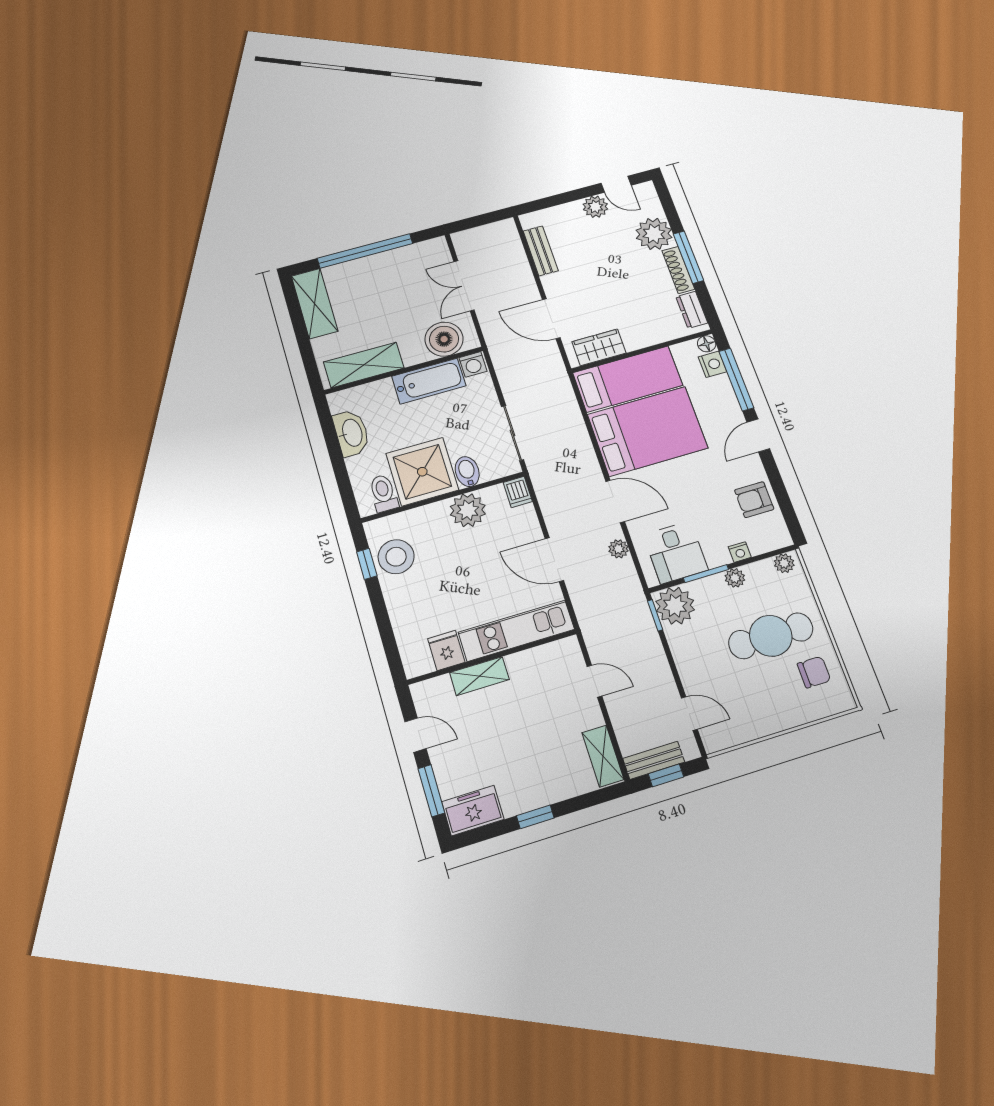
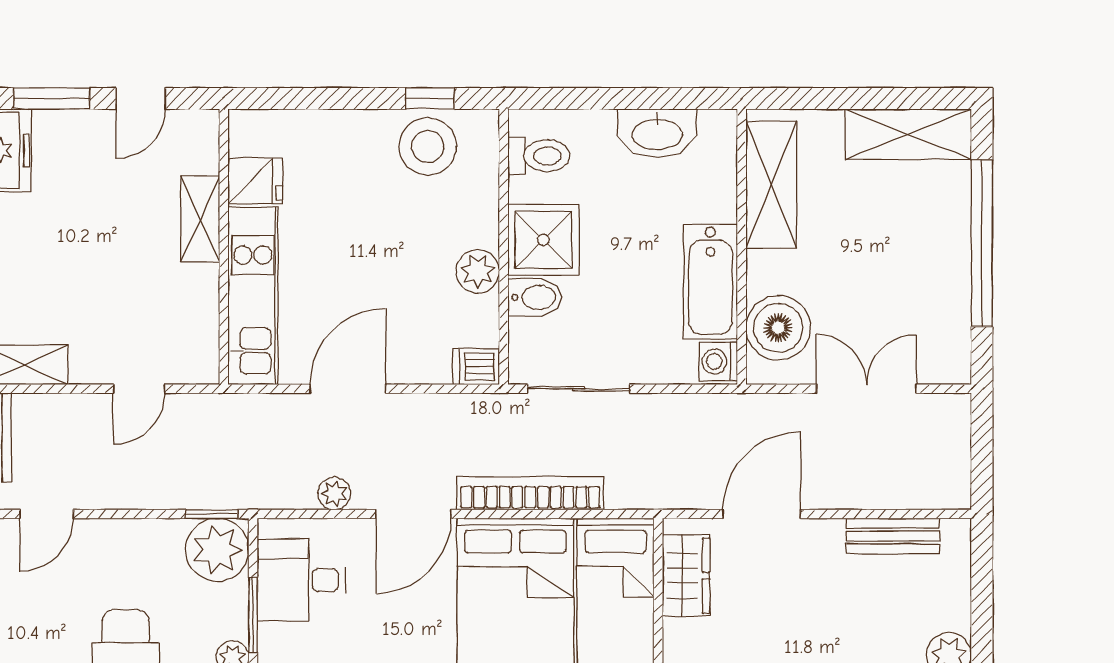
bookcase: (581, 442) -> (530, 493), added
shower: (422, 472) -> (543, 240), width x0.73, depth x0.73
plant: (468, 510) -> (478, 271), width x0.73, depth x0.73

